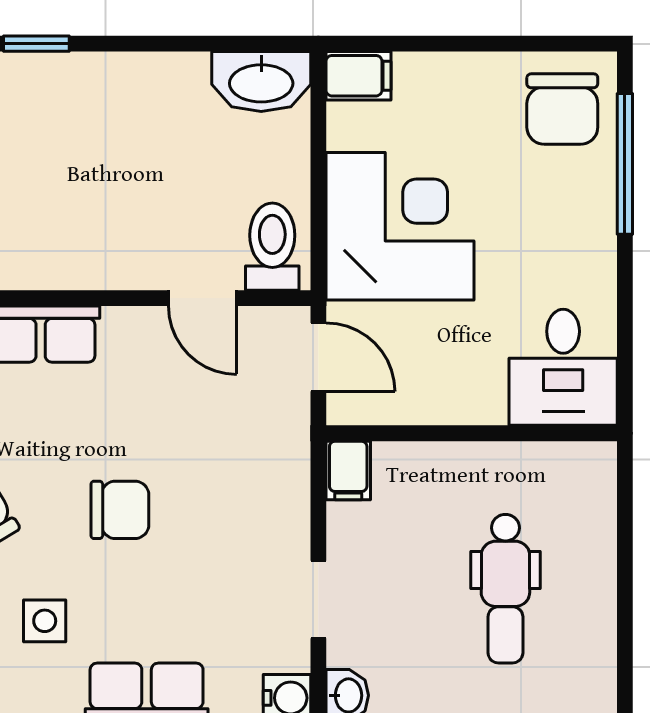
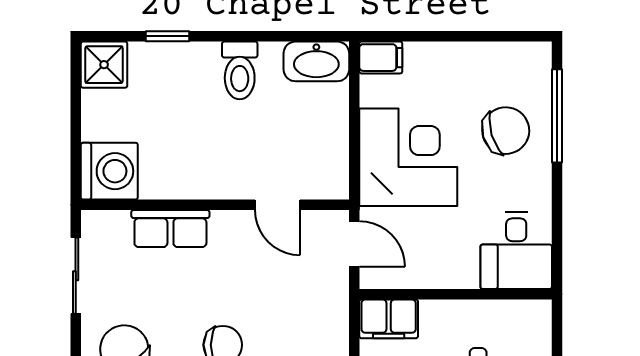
chair: (562, 109) -> (506, 131), moved, turned -107
toilet: (272, 247) -> (240, 70), moved, turned 180
filing cabinet: (348, 471) -> (389, 319), width x2.00

